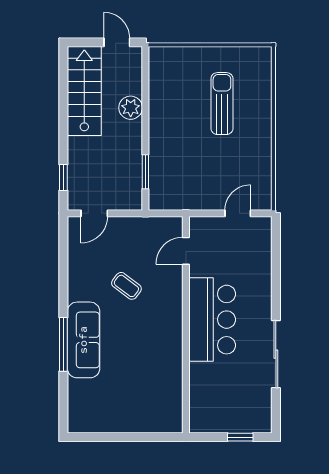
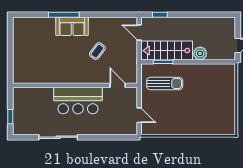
stairs: (84, 91) -> (167, 51), moved, turned 180
sun lounger: (222, 104) -> (165, 83), moved
sofa: (84, 340) -> (72, 26), width x0.73

